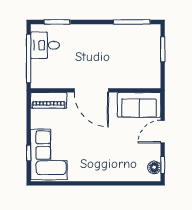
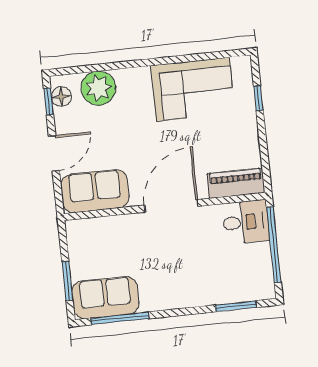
sofa: (140, 36) -> (105, 298), added
desk: (45, 45) -> (246, 222), moved
door: (91, 90) -> (171, 206), hinge flipped
corner sofa: (49, 154) -> (193, 89), moved, turned -90
plant: (130, 170) -> (98, 88), added

